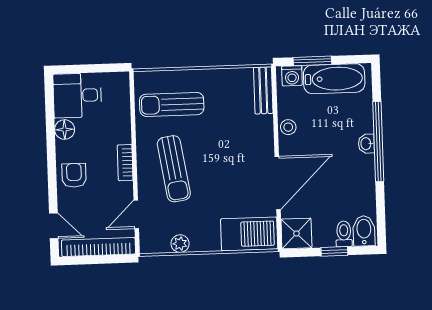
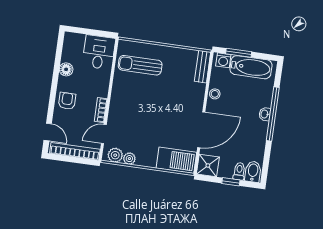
desk: (77, 95) -> (99, 52), moved, turned 90
bookcase: (125, 163) -> (101, 110), moved
sun lounger: (174, 169) -> (134, 108), removed
plant: (158, 242) -> (115, 155), added

